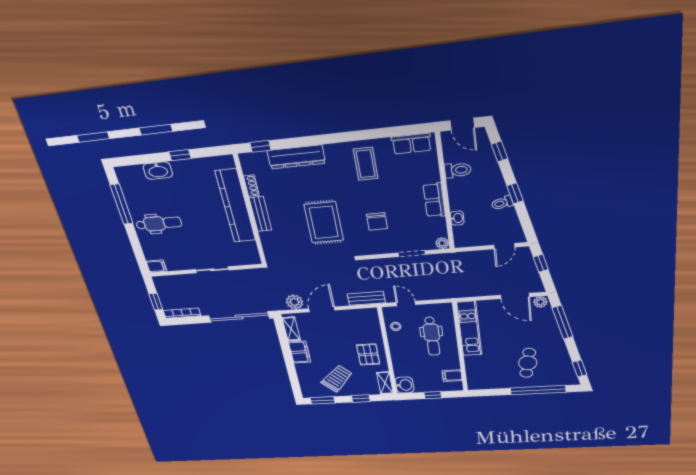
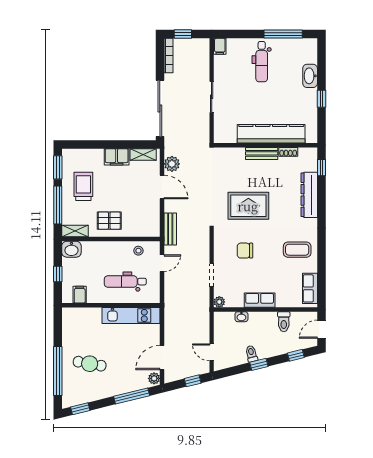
trolley: (337, 378) -> (83, 186), turned -134
window: (361, 399) -> (58, 205), width x2.17

